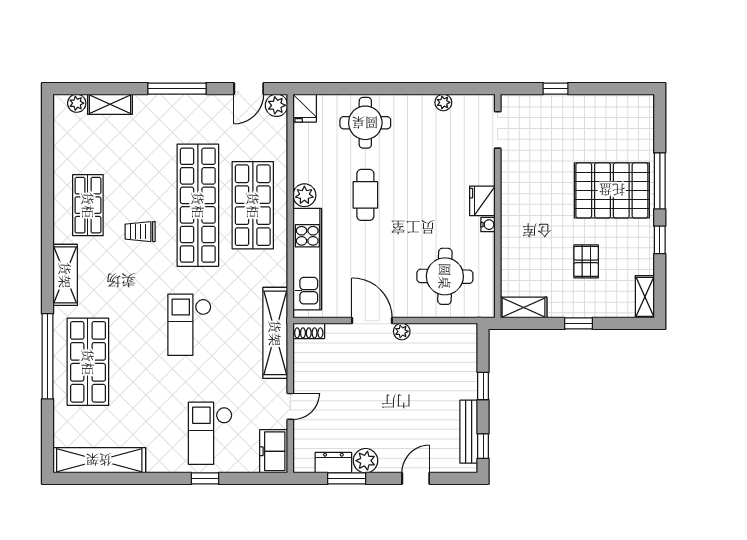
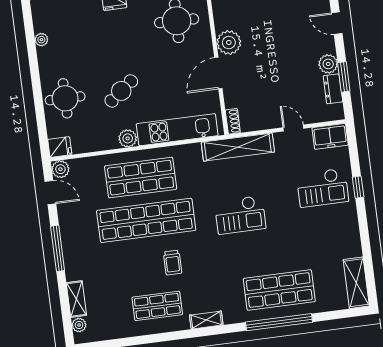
cafe table: (365, 195) -> (121, 91), turned -38
shelving: (65, 275) -> (206, 320), width x0.67, depth x0.75
plant: (402, 331) -> (229, 42), width x1.88, depth x1.88
shelving: (99, 460) -> (356, 283), width x0.68

